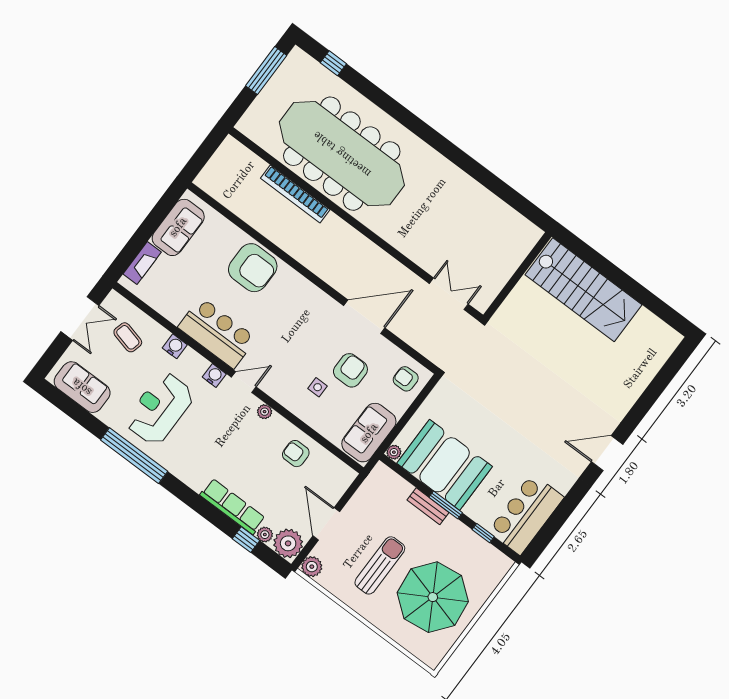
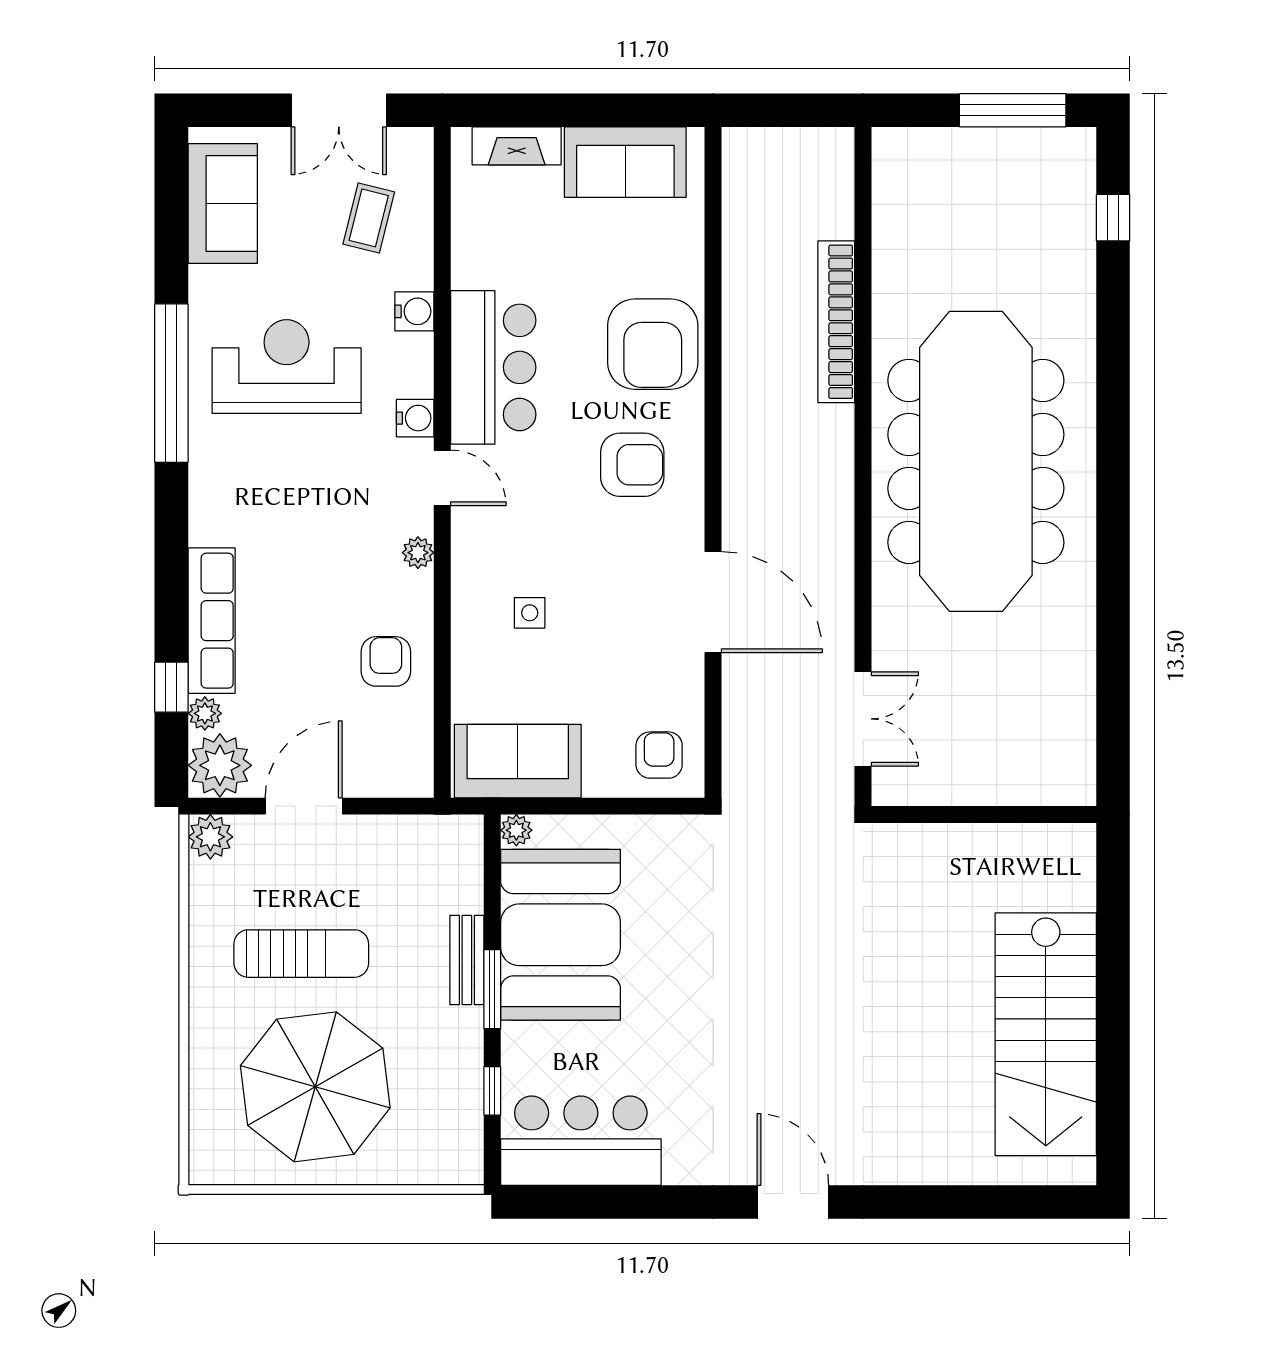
meeting table: (342, 154) -> (976, 461), moved
stairs: (583, 290) -> (1046, 1034), moved
armchair: (350, 370) -> (632, 465), moved

